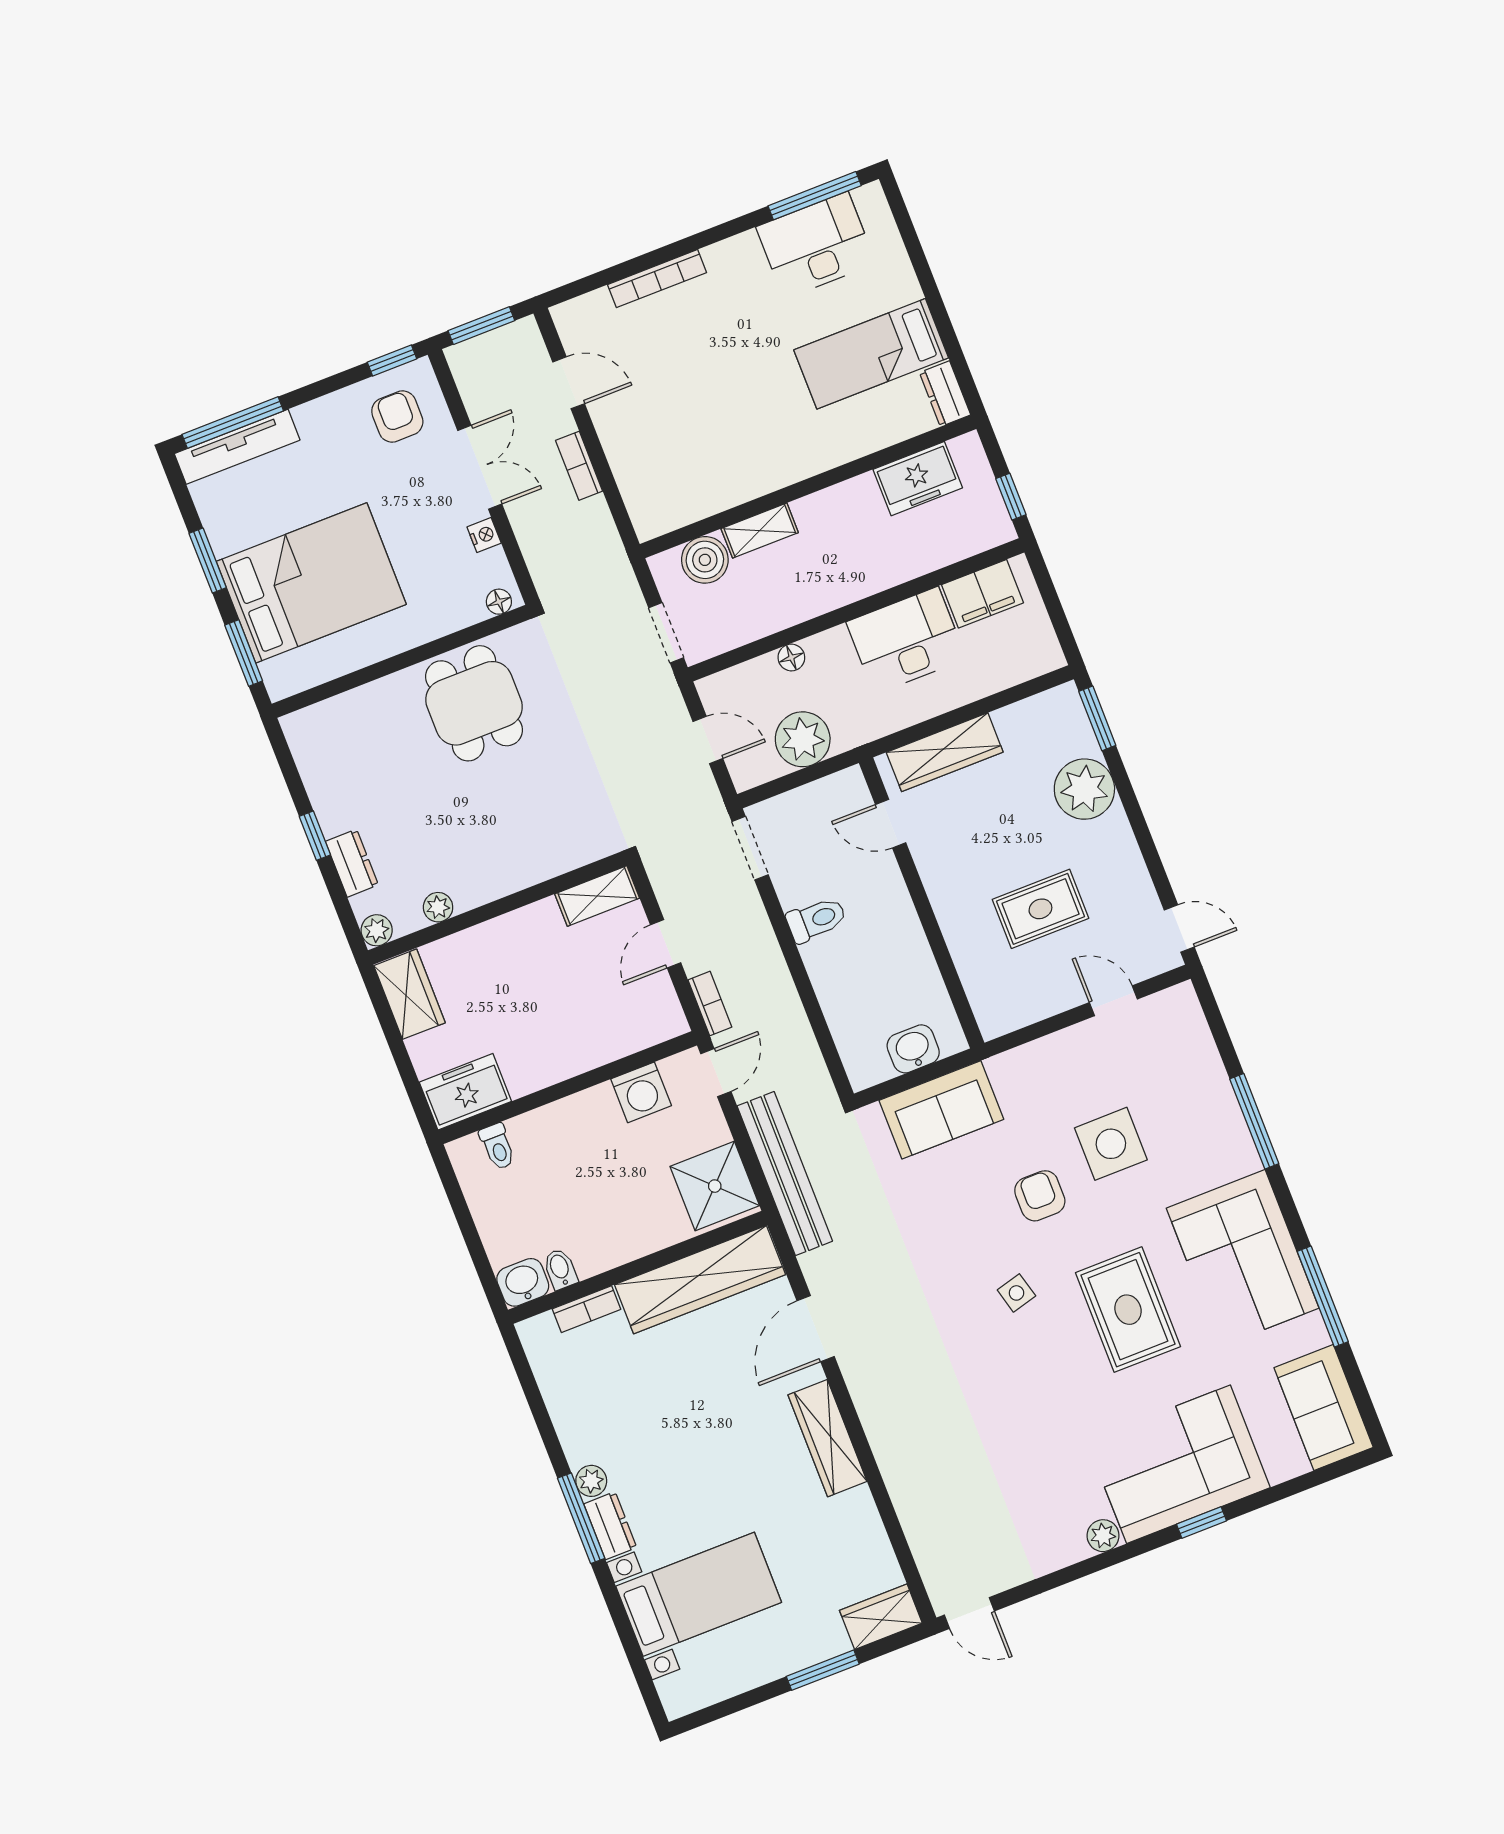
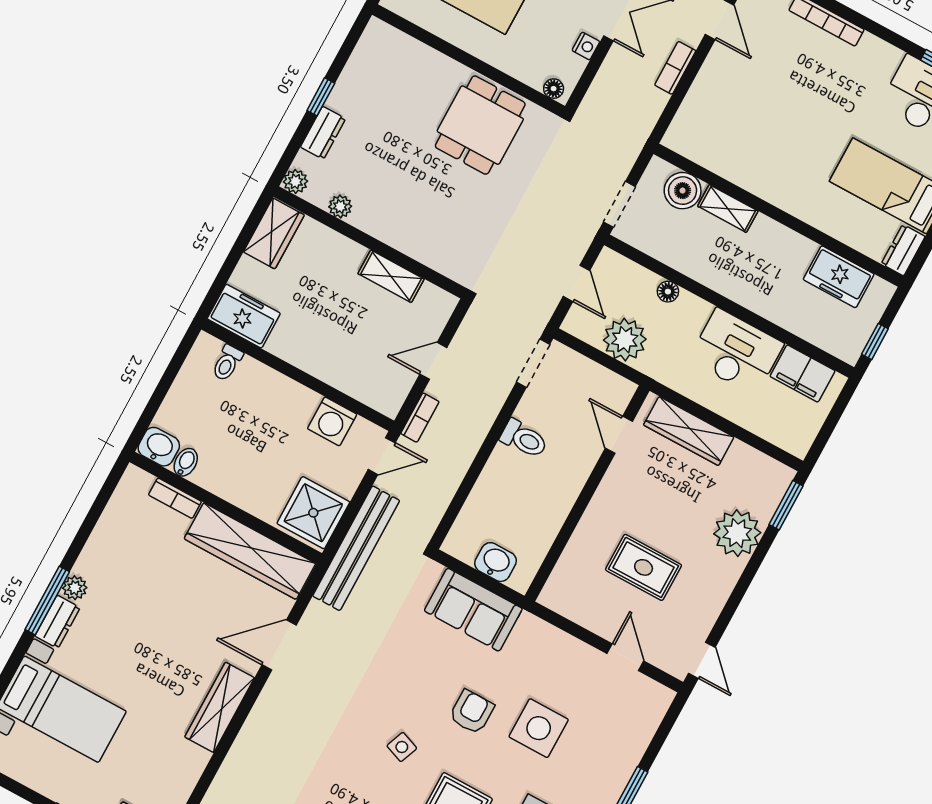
shelving: (597, 896) -> (391, 276), moved
side table: (1016, 1293) -> (402, 747), turned 36

